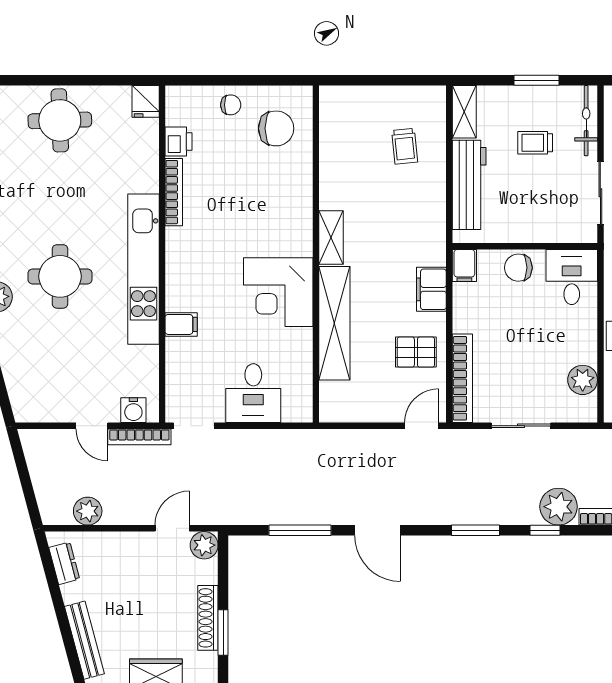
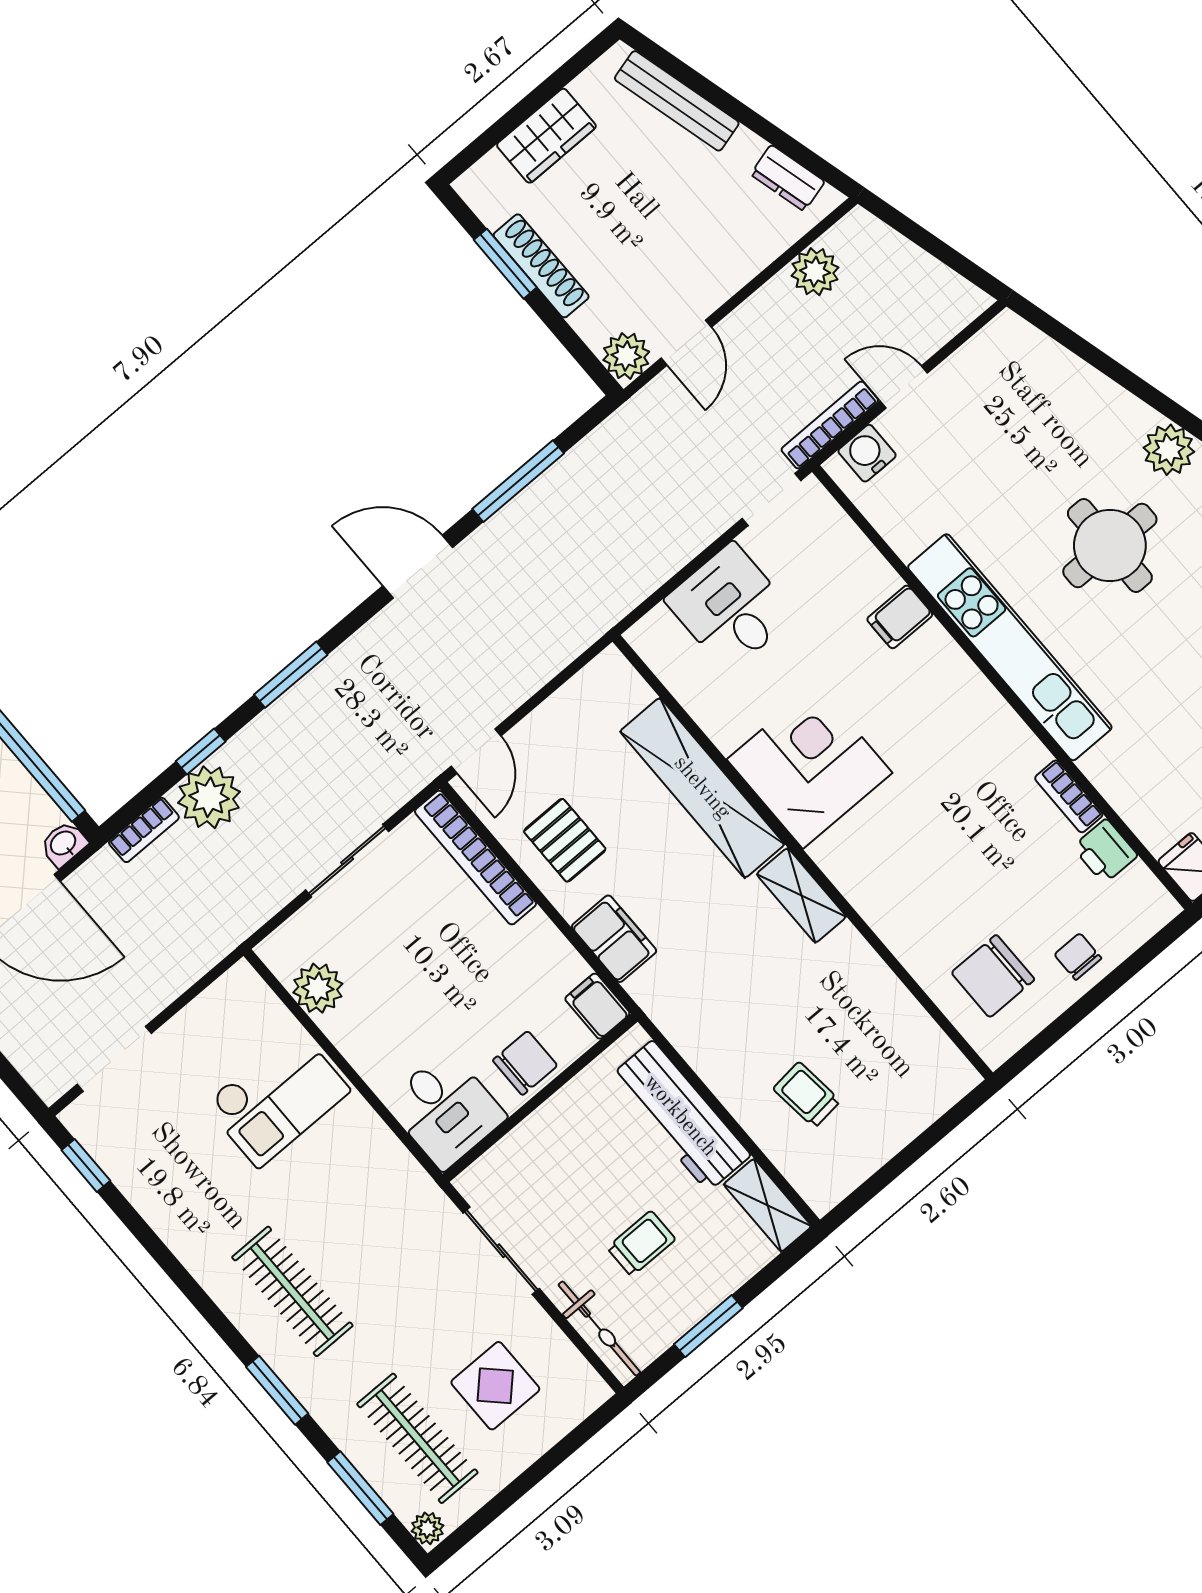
chair: (231, 105) -> (1078, 957), turned 90
bookcase: (174, 192) -> (1069, 796), width x0.64
pallet: (416, 352) -> (565, 840), turned 90

